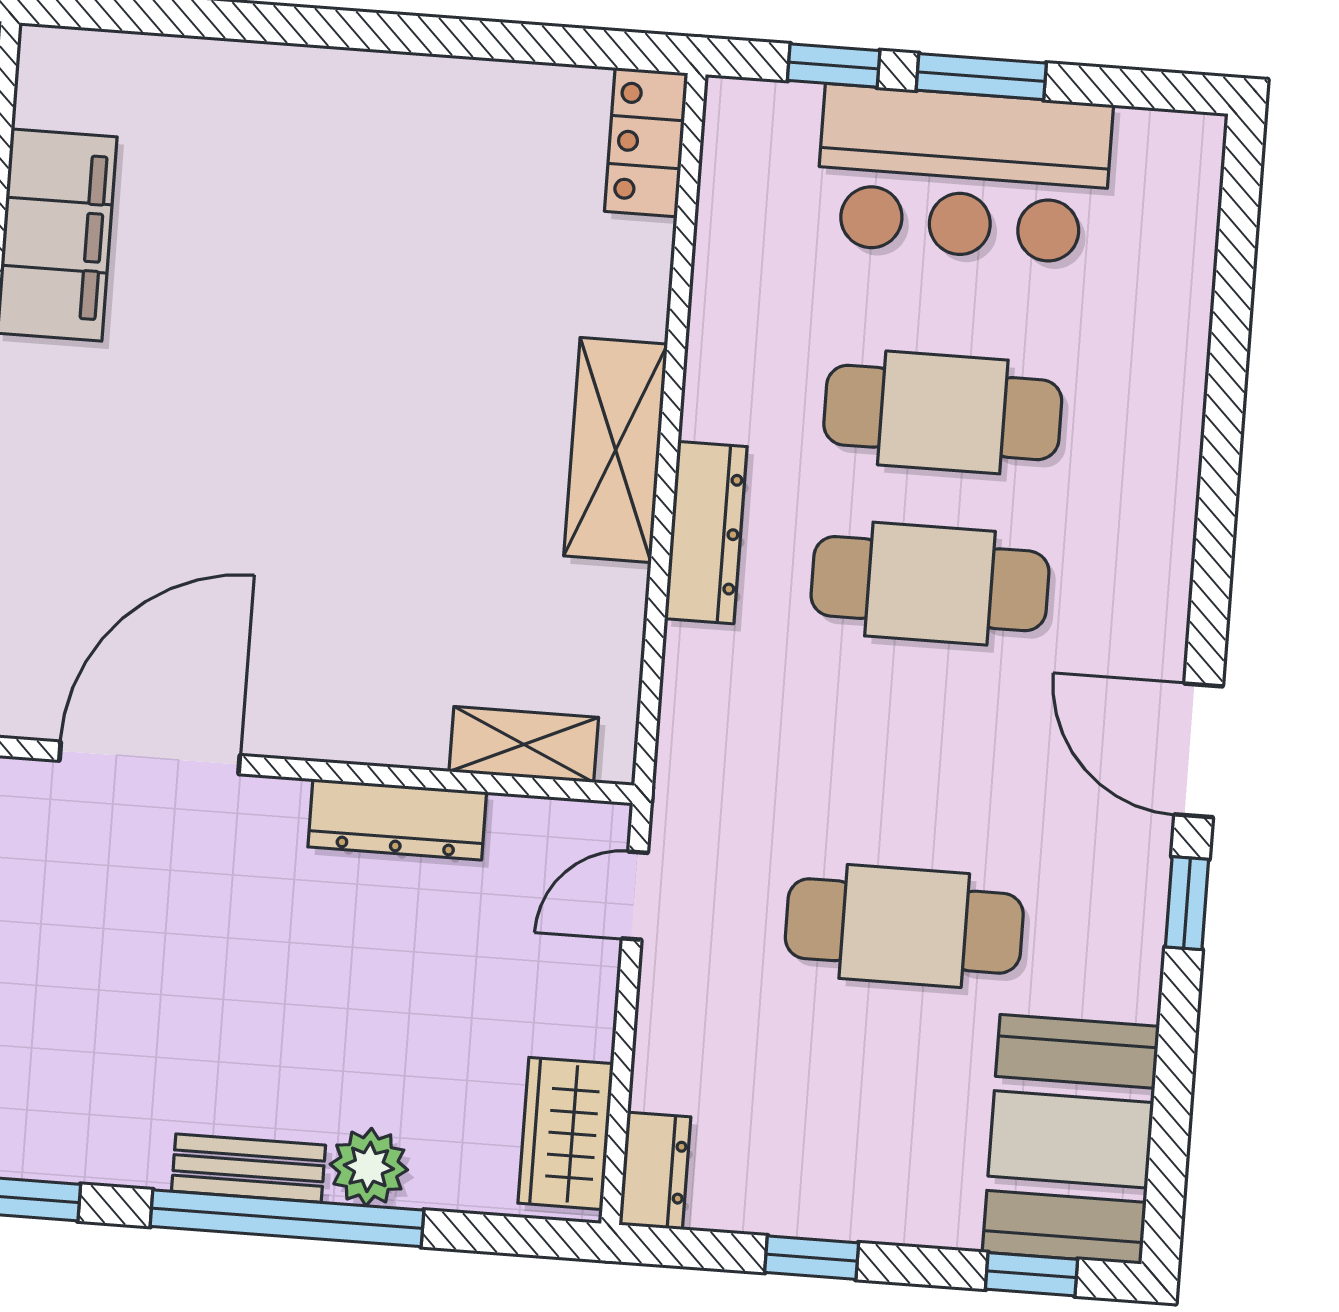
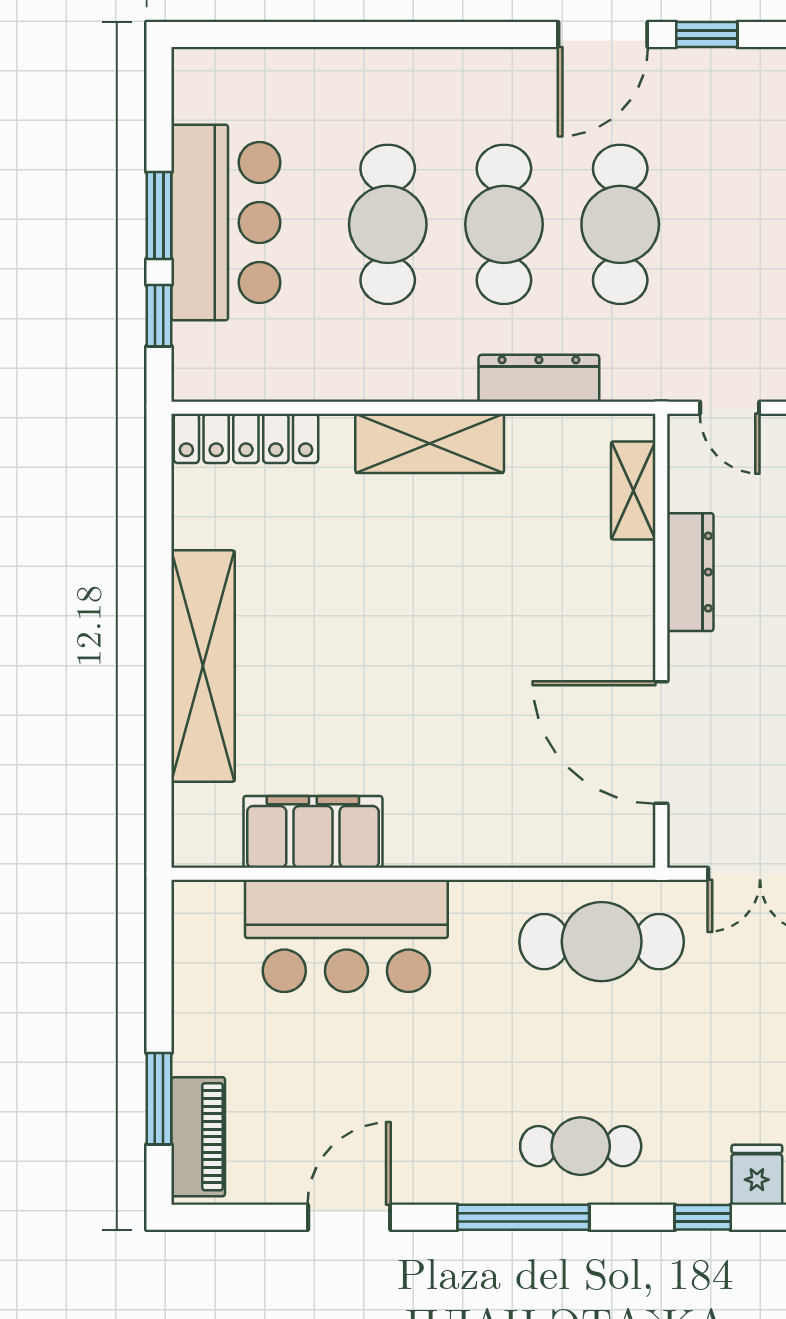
shelving: (313, 92) -> (203, 666), added
locker: (646, 142) -> (246, 438), width x1.53
dresser: (706, 533) -> (539, 378), moved
cafe table: (904, 926) -> (620, 224), moved

